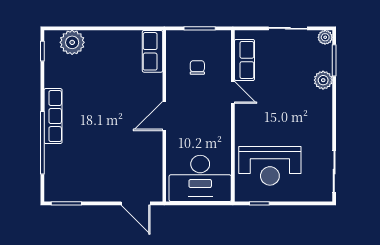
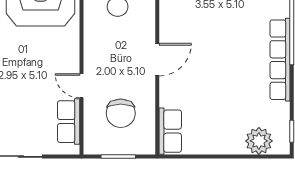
chair: (197, 68) -> (121, 113), width x1.87, depth x1.87
row of seats: (53, 116) -> (280, 60), width x1.36

